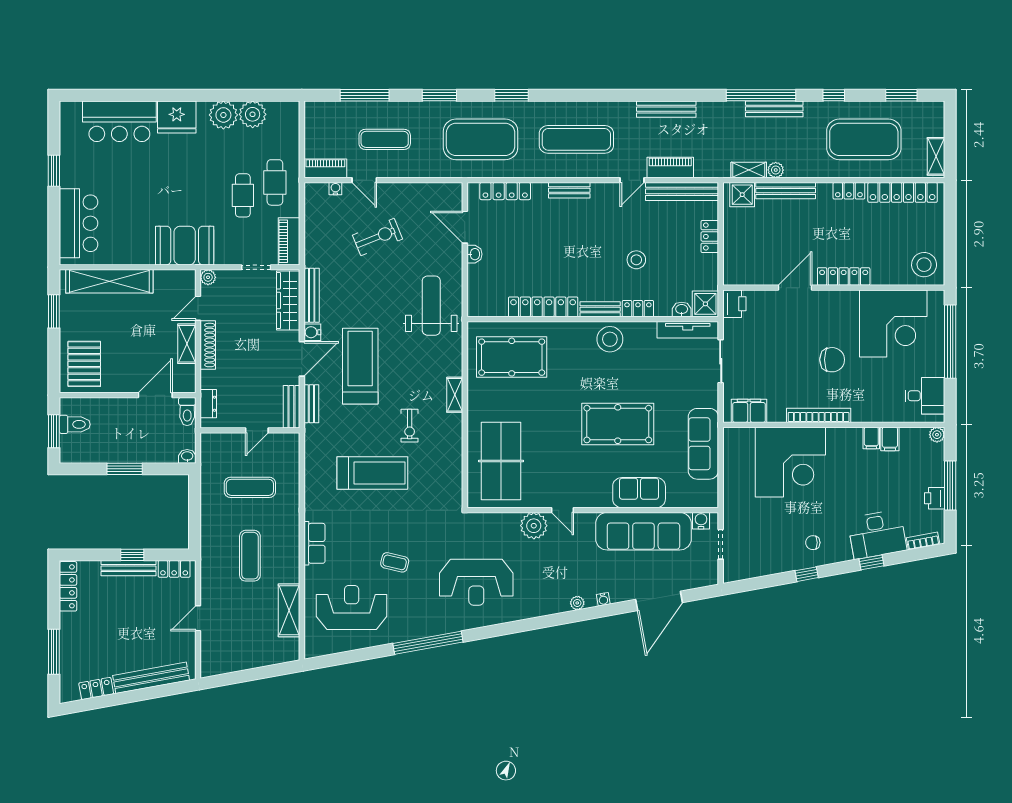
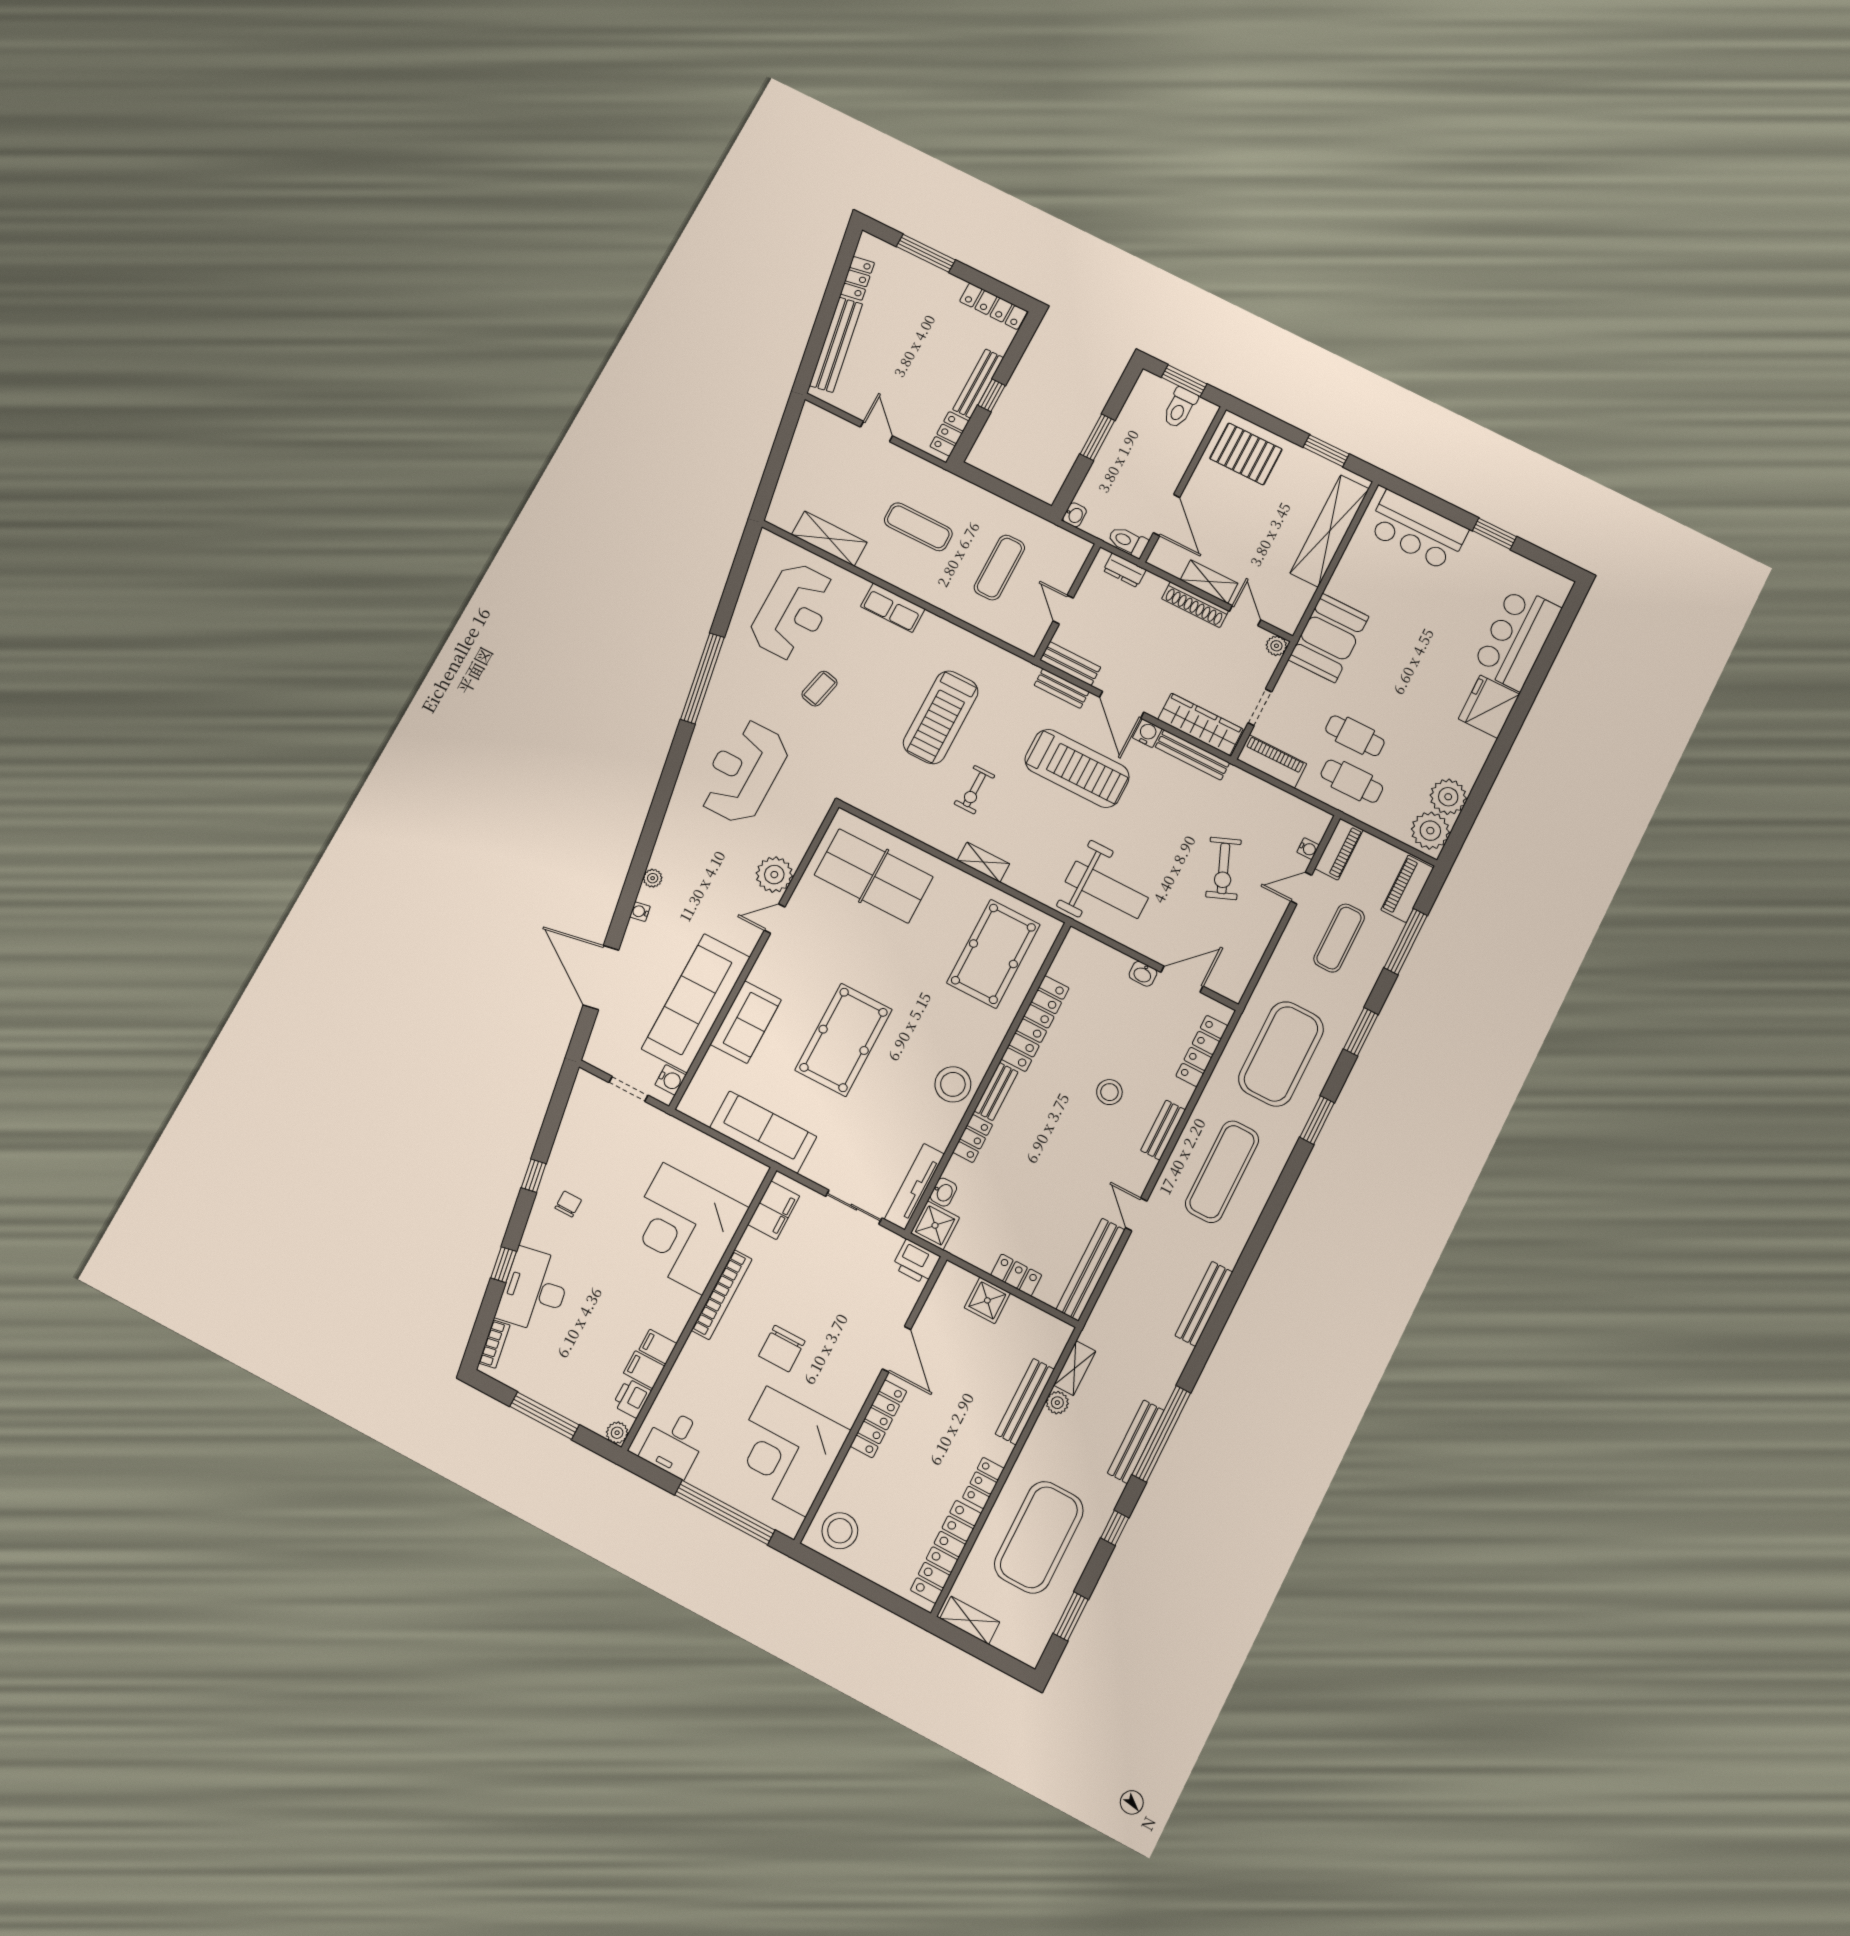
plant: (223, 115) -> (1430, 831), moved
piano: (670, 168) -> (1407, 889), moved, turned 180
shower: (742, 195) -> (987, 1300), moved
stool: (636, 260) -> (1109, 1092), moved
exercise bike: (410, 426) -> (974, 790), turned -90
printer: (935, 498) -> (632, 1398), moved, turned -90

